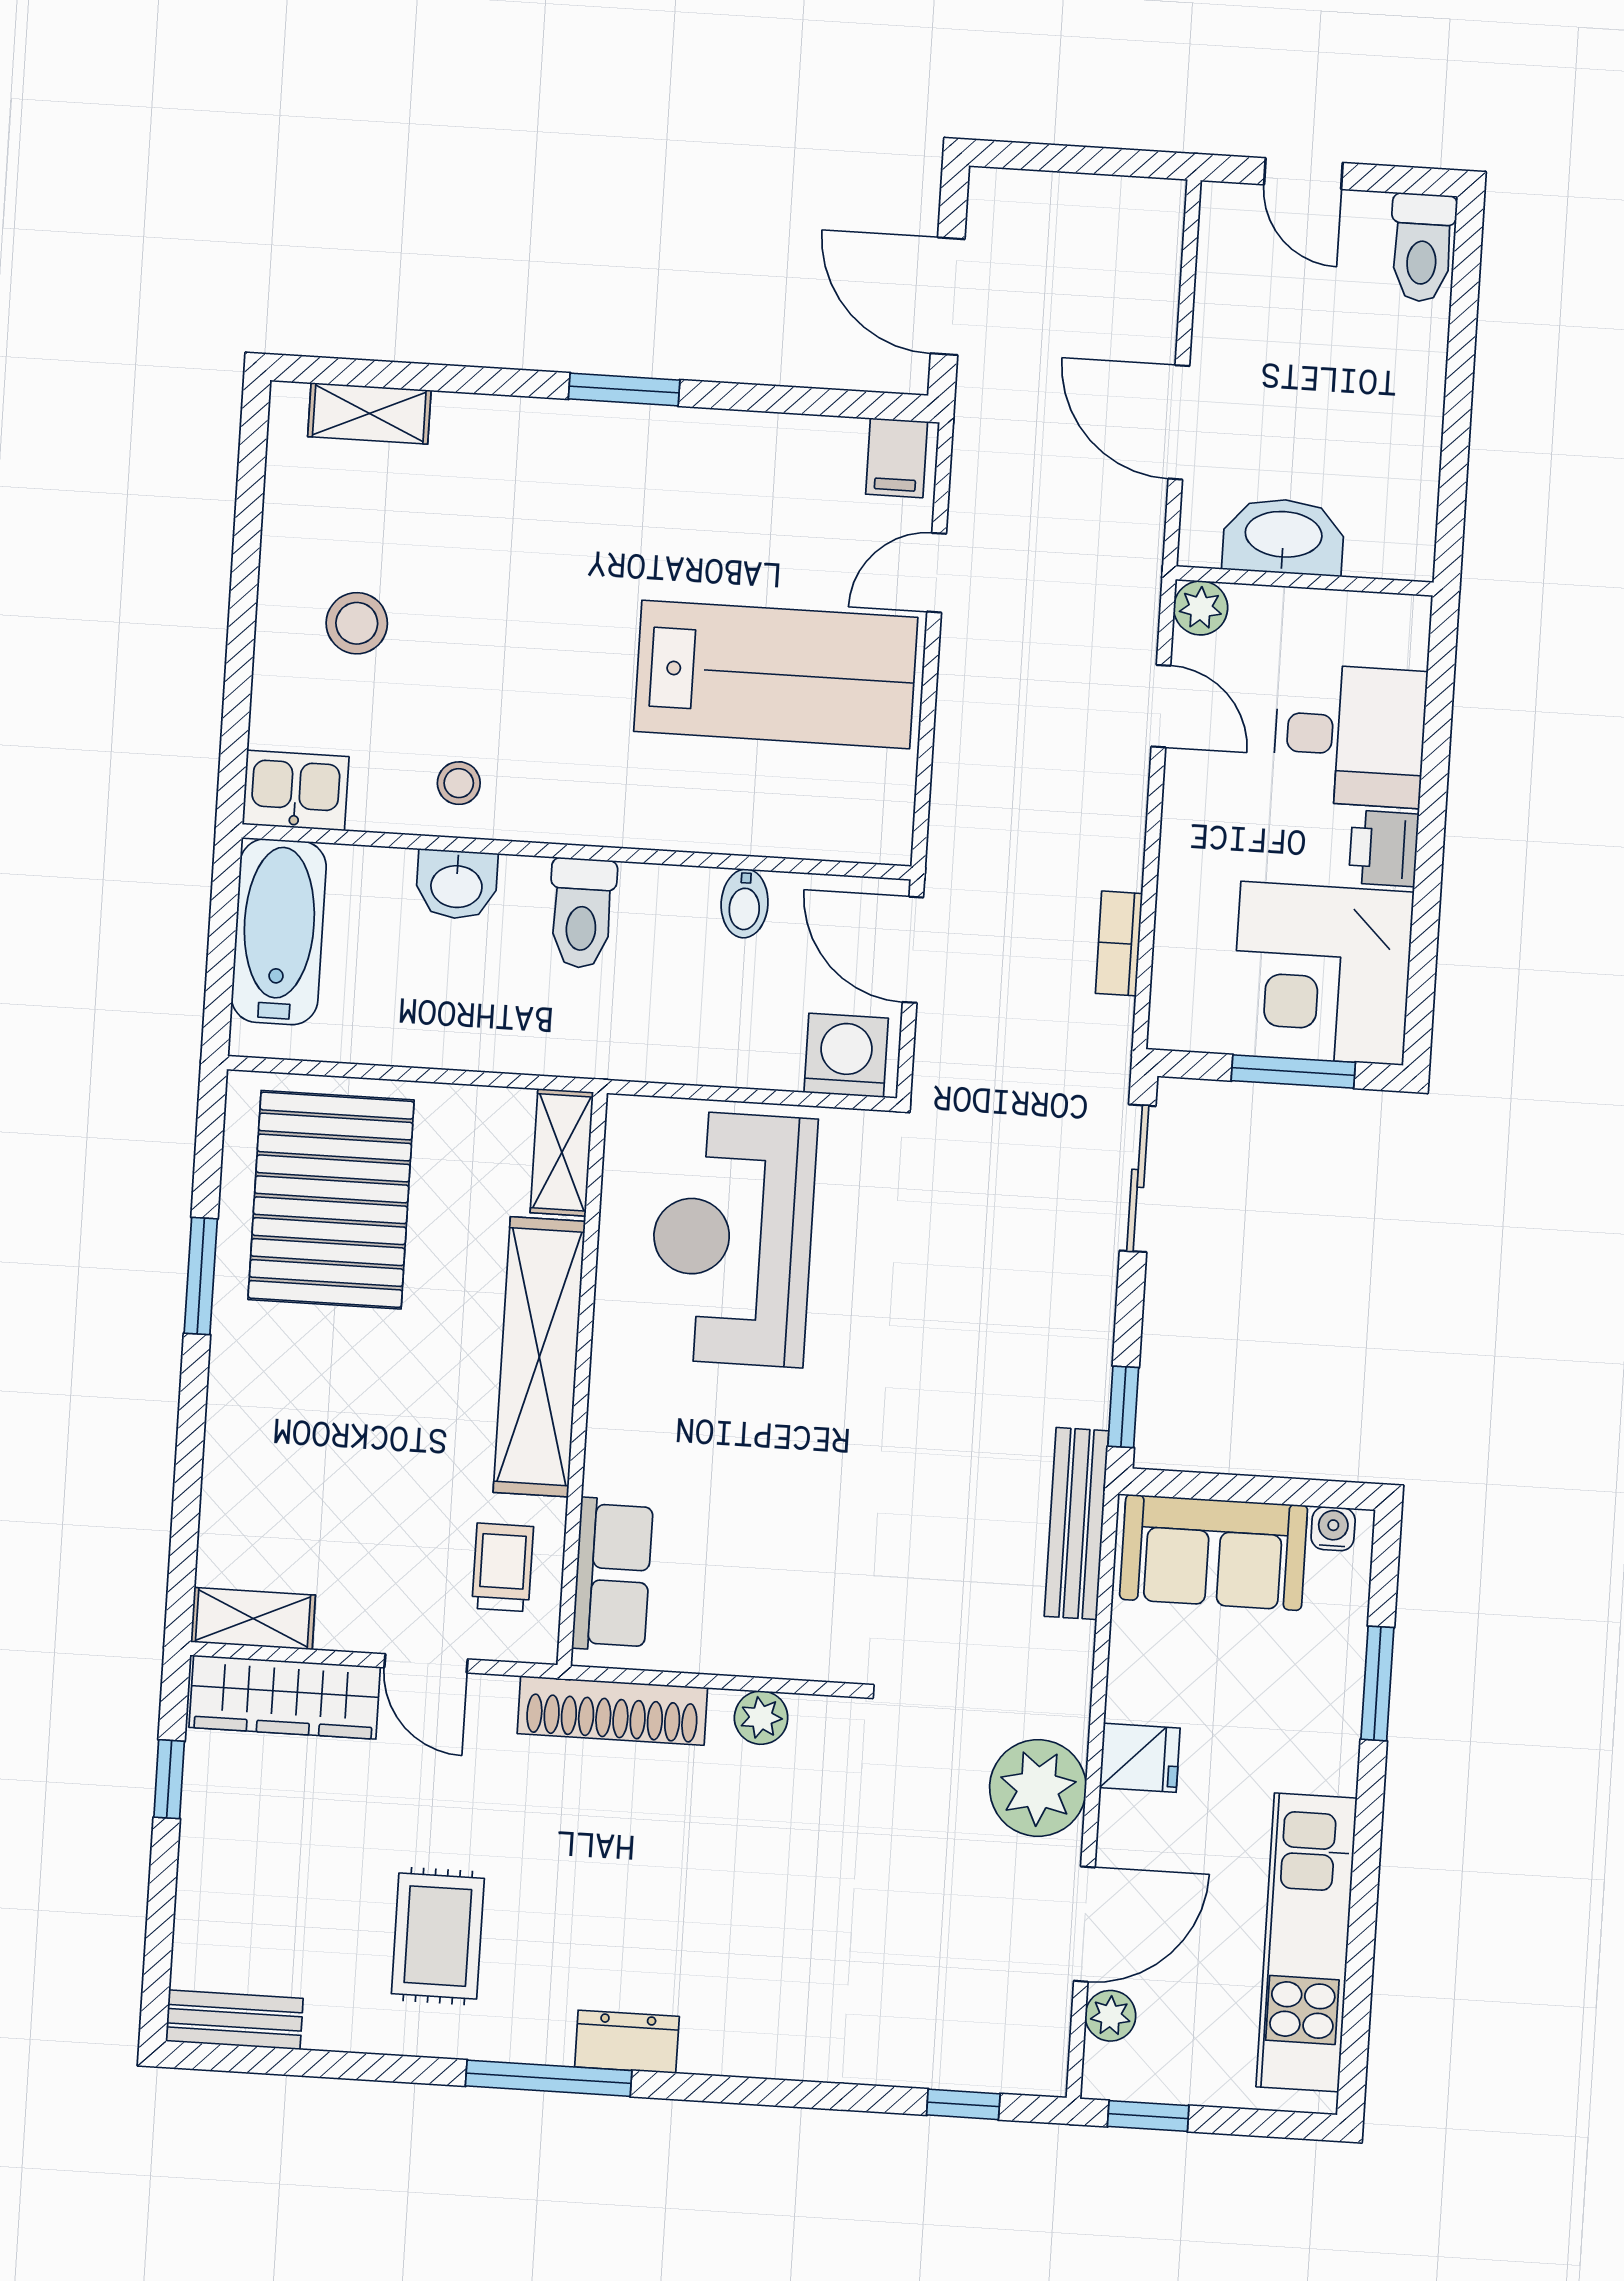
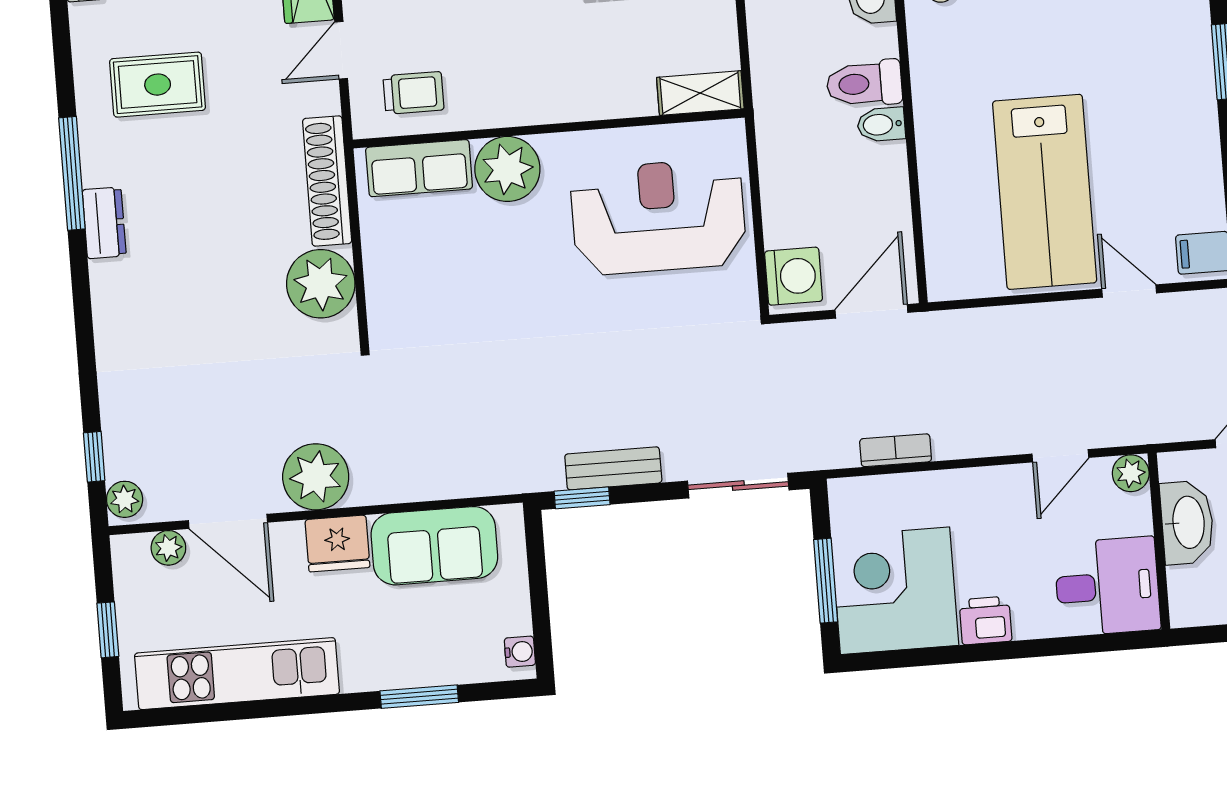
desk: (1350, 736) -> (1107, 586), moved, turned -90
bidet: (745, 903) -> (881, 124), moved
shelving: (539, 1357) -> (560, 97), removed
plant: (632, 1447) -> (507, 169), added
bench: (1077, 1524) -> (613, 468), moved, width x0.73
sofa: (1214, 1552) -> (434, 546), moved, turned -90
plant: (761, 1718) -> (321, 284), width x1.88, depth x1.88
fridge: (1140, 1758) -> (337, 544), width x1.38
plant: (1031, 2069) -> (125, 499), added
window: (1148, 2116) -> (108, 630), moved

